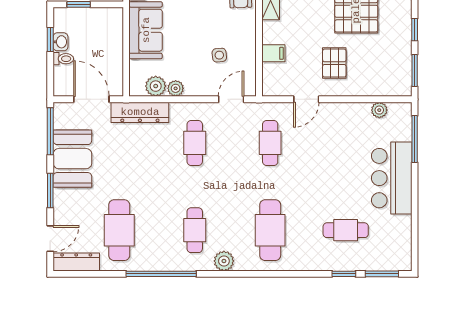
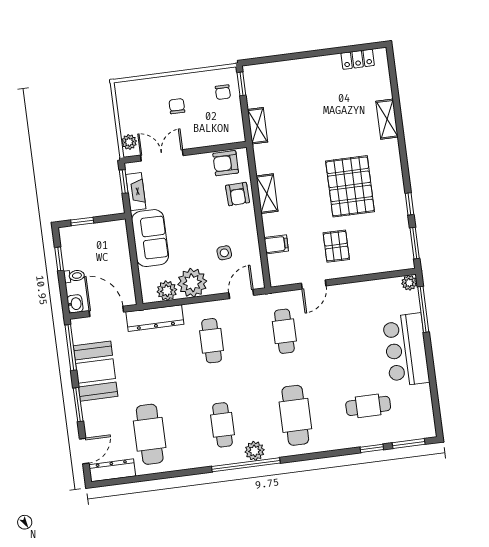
washbasin: (60, 42) -> (75, 304), moved
plant: (176, 88) -> (192, 283), width x1.88, depth x1.88
plant: (379, 110) -> (409, 283), moved
window: (161, 274) -> (246, 465), moved

